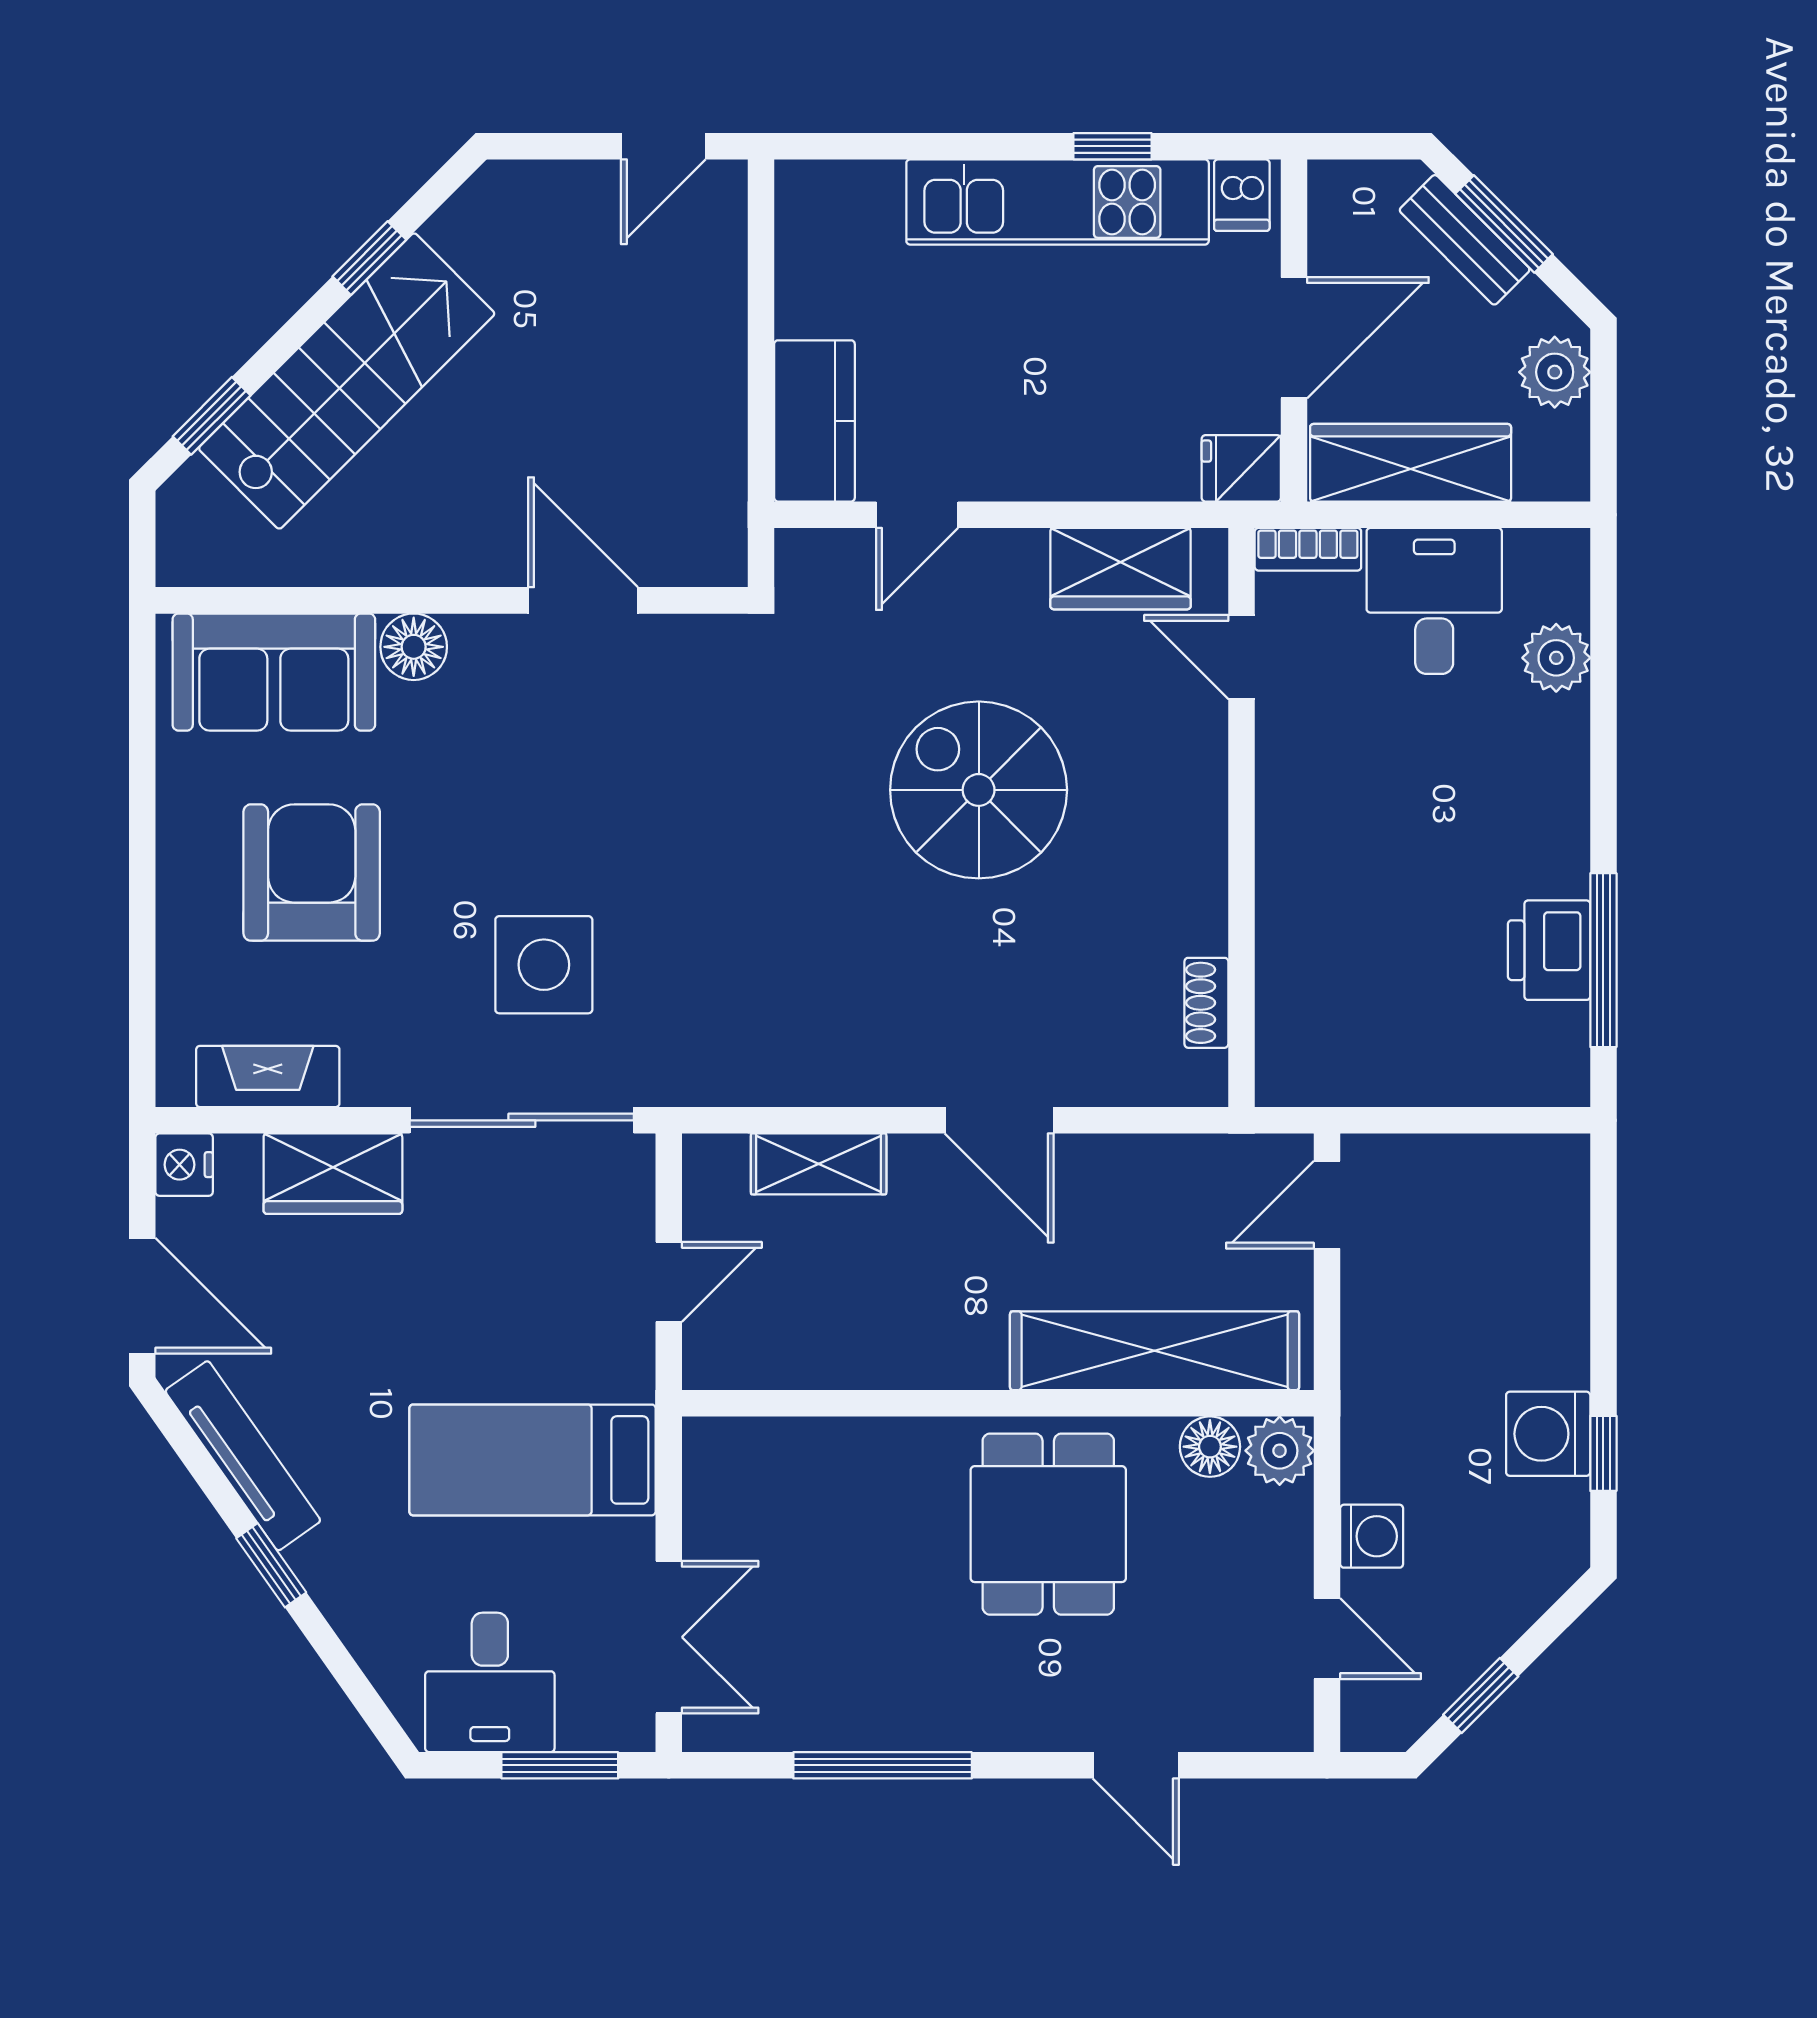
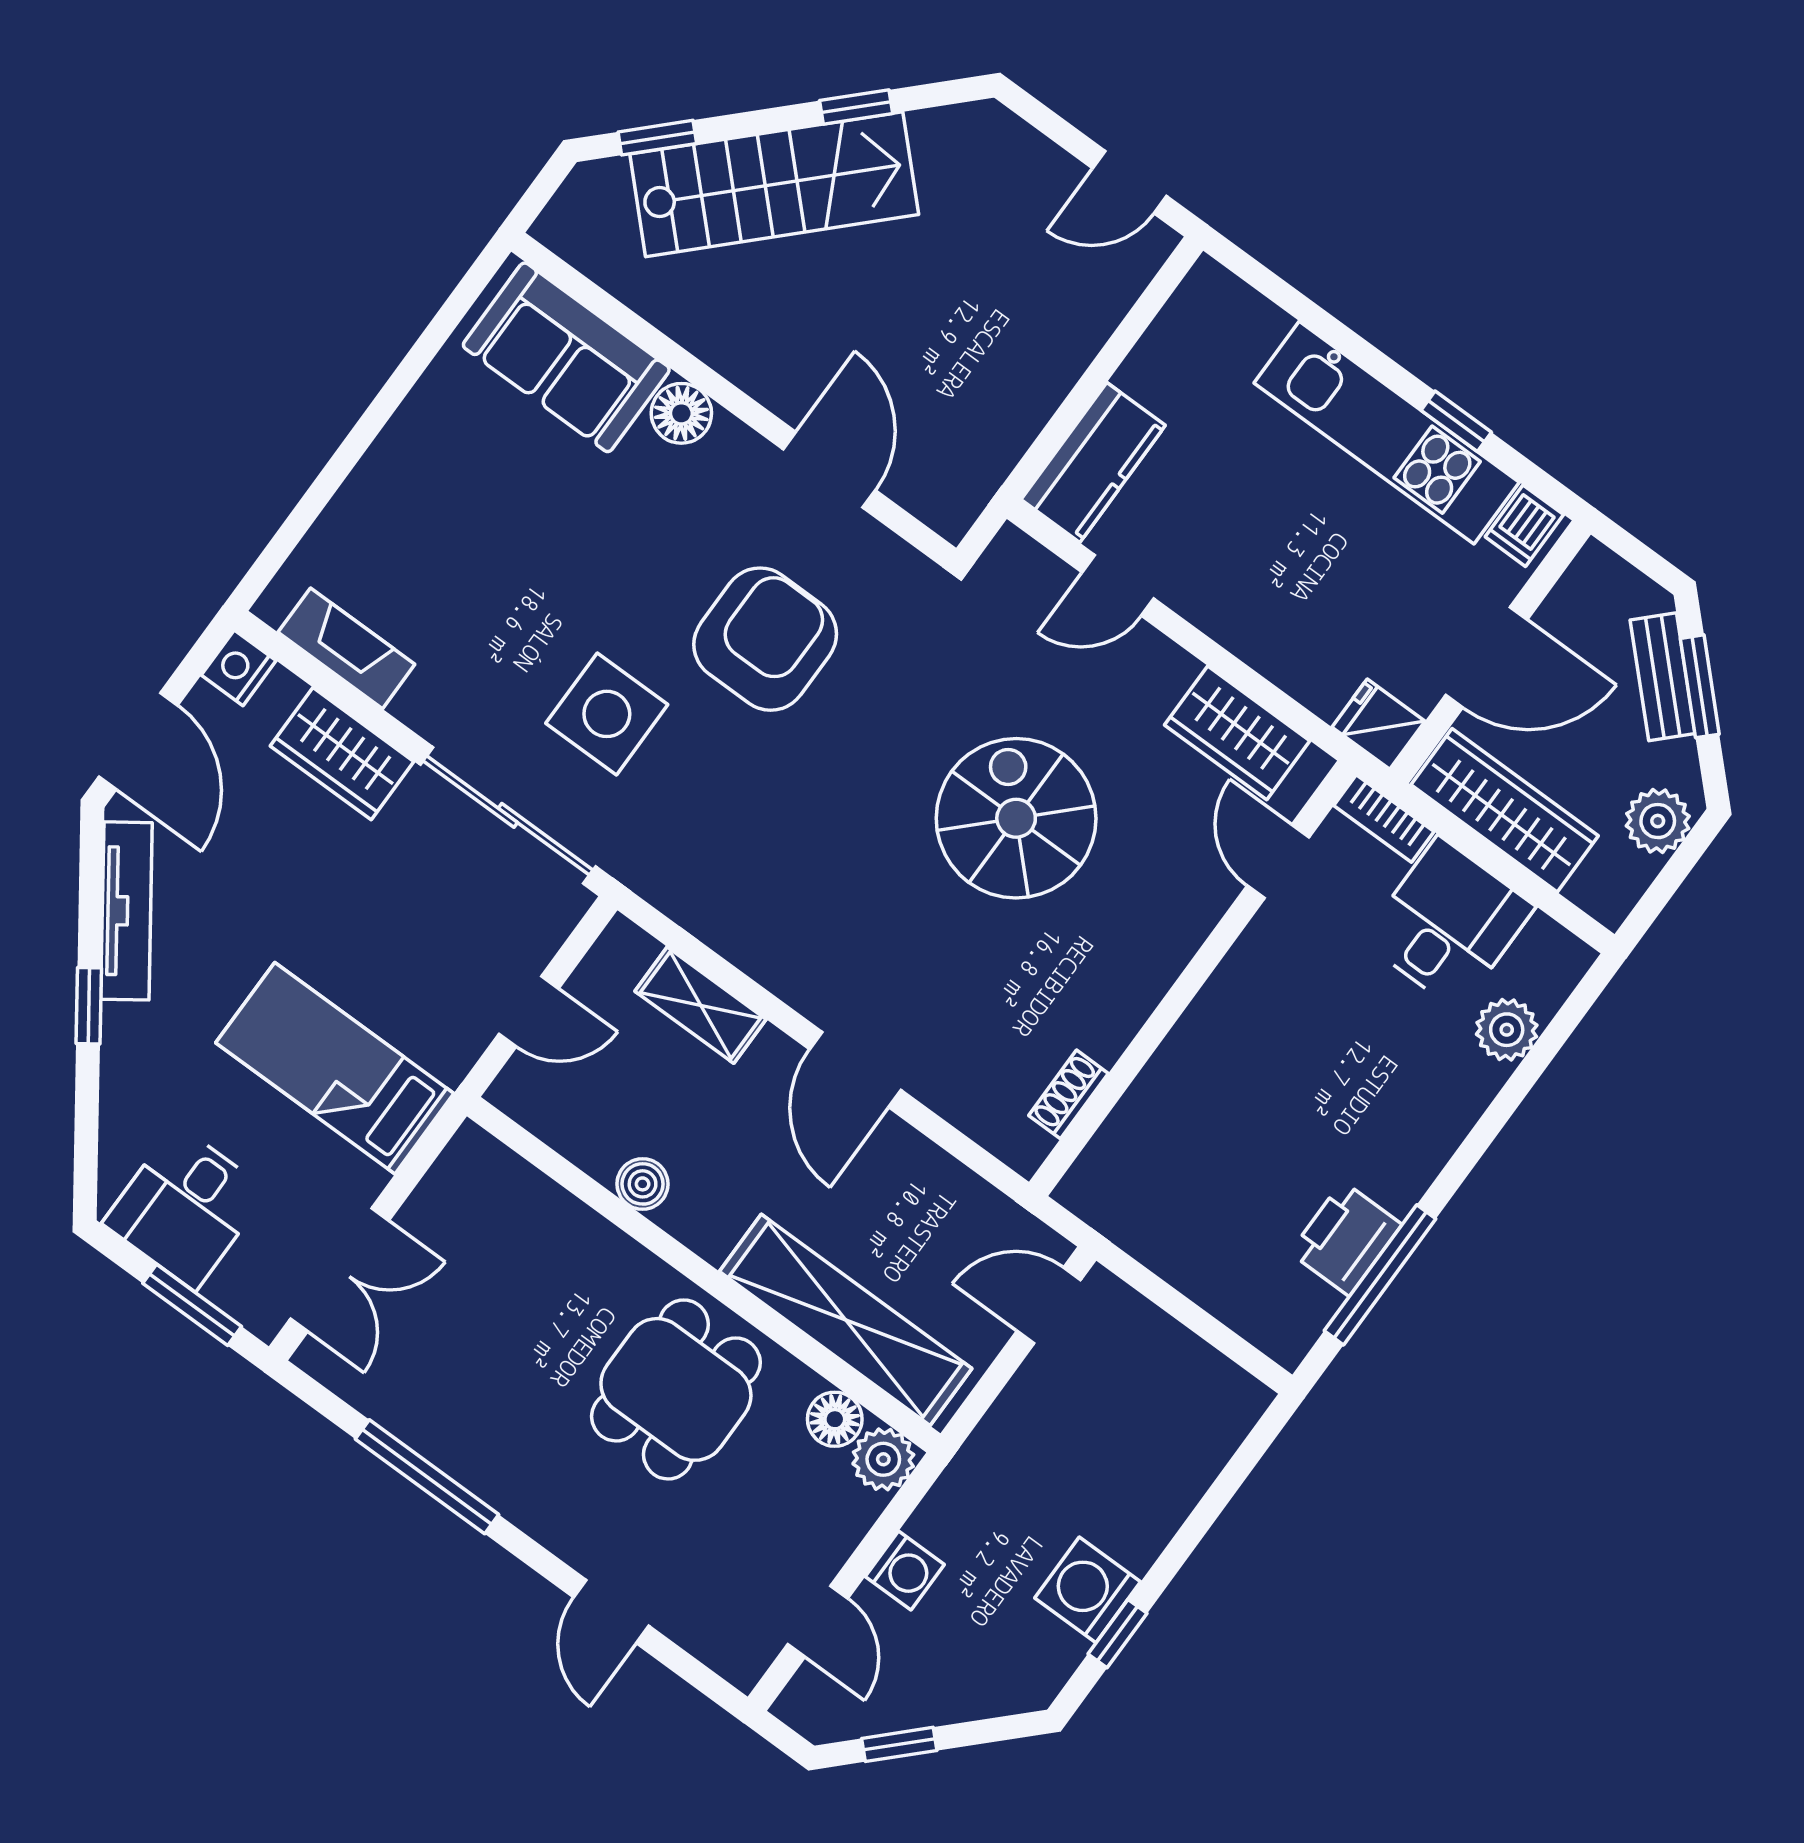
armchair: (312, 873) -> (765, 639), moved
boiler: (884, 1362) -> (643, 1184), added

